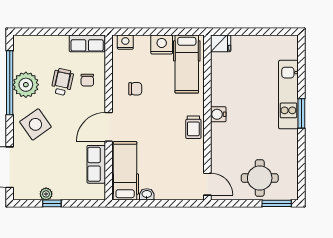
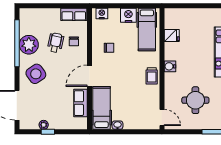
fridge: (221, 43) -> (172, 36), moved
round table: (260, 178) -> (195, 100), moved

